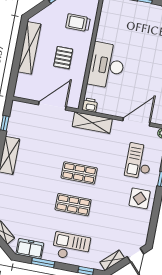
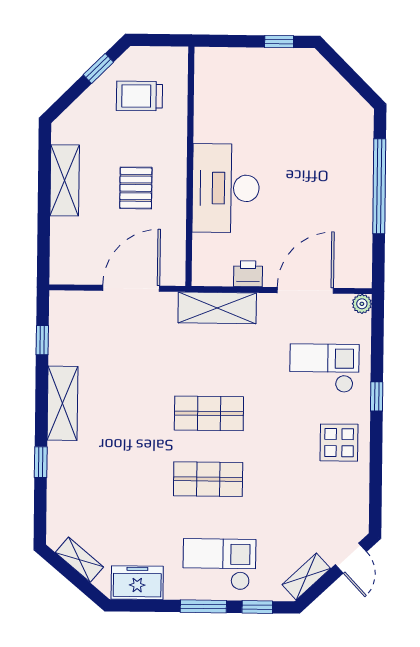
trolley: (78, 23) -> (139, 96), moved
shelving: (29, 48) -> (65, 180), width x0.68
printer: (90, 105) -> (248, 274), moved
checkout: (139, 161) -> (324, 368), turned 90
window: (43, 263) -> (203, 606), moved

